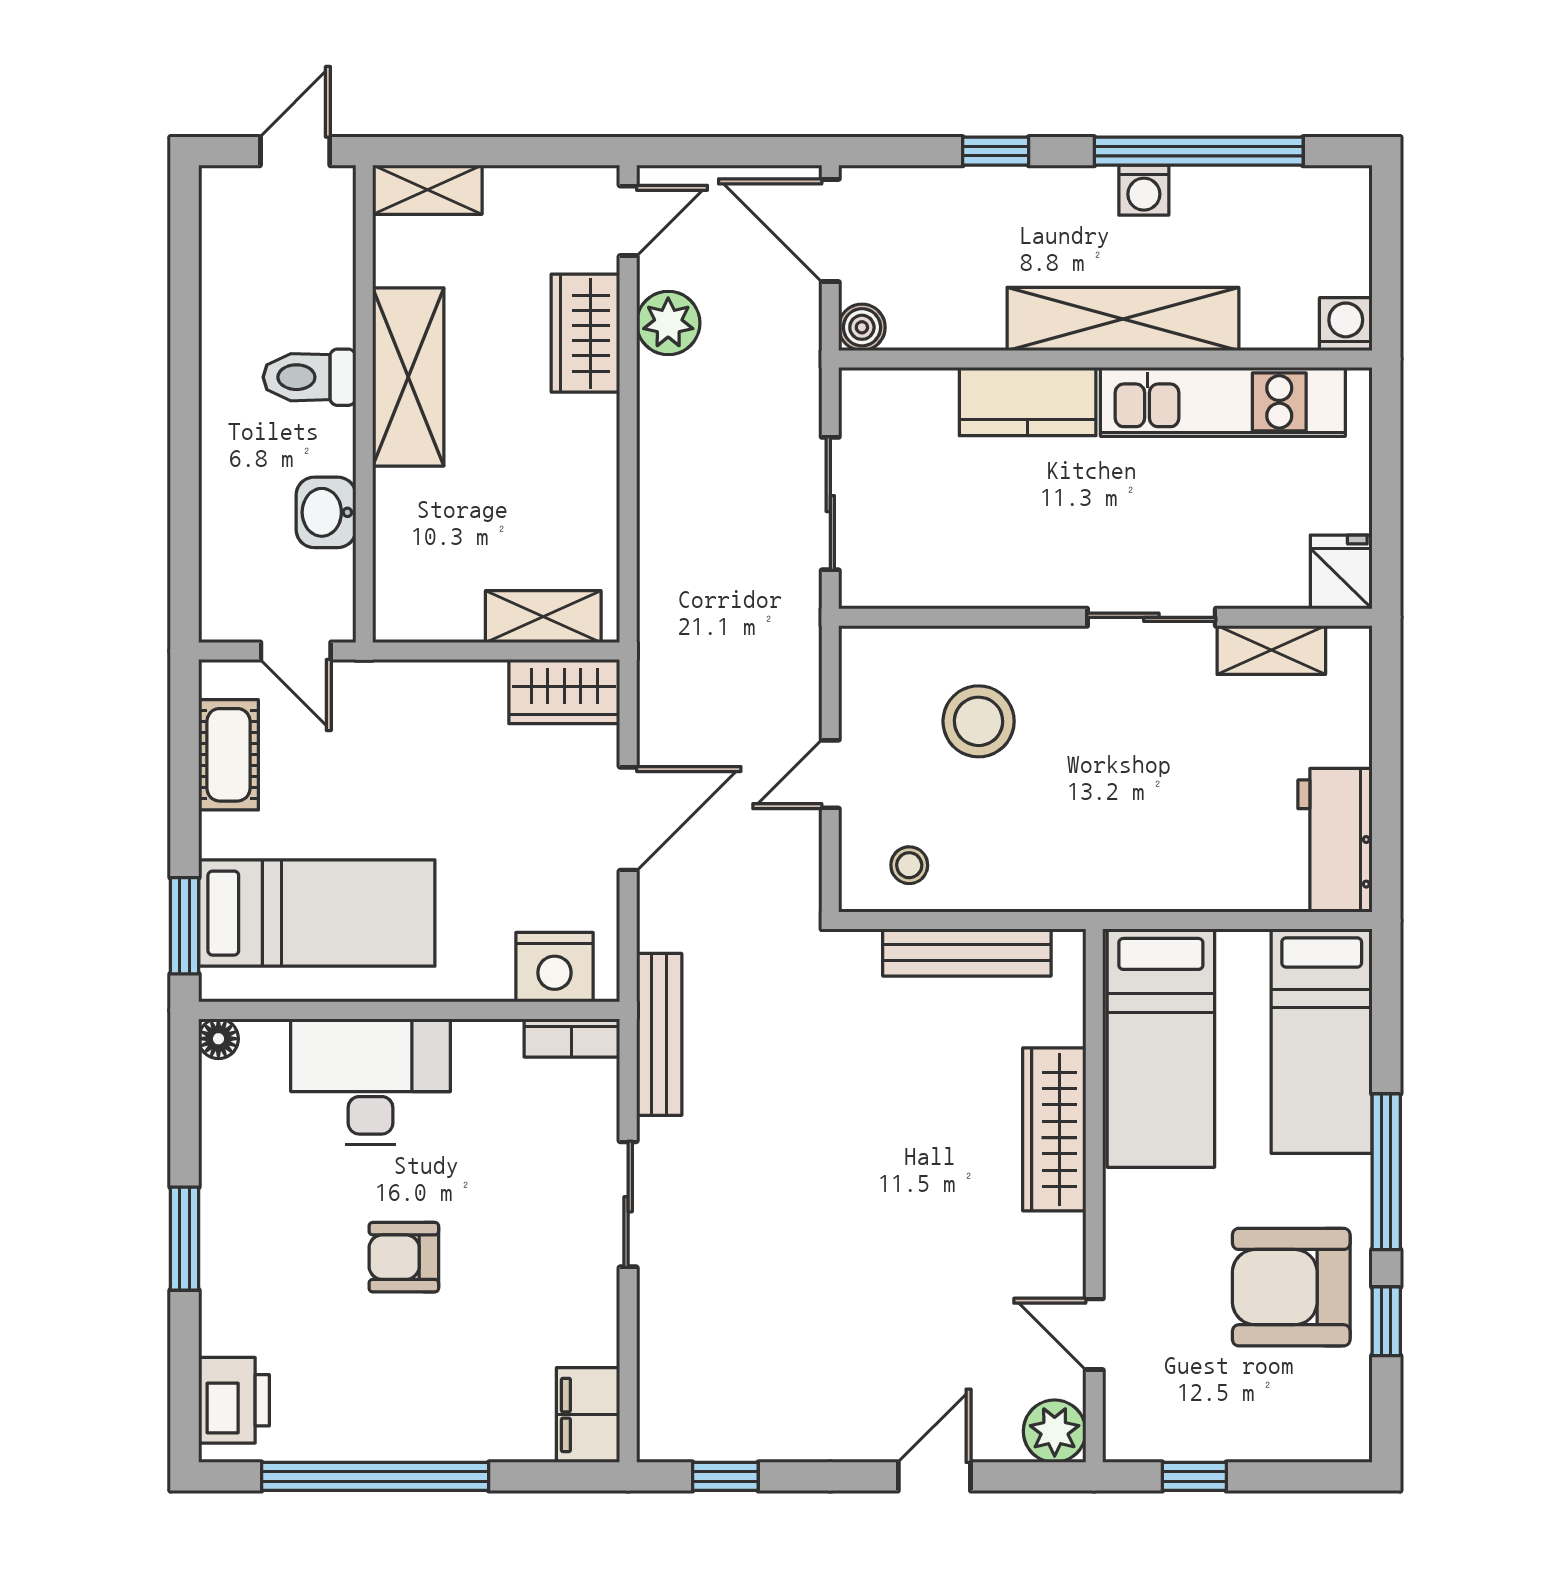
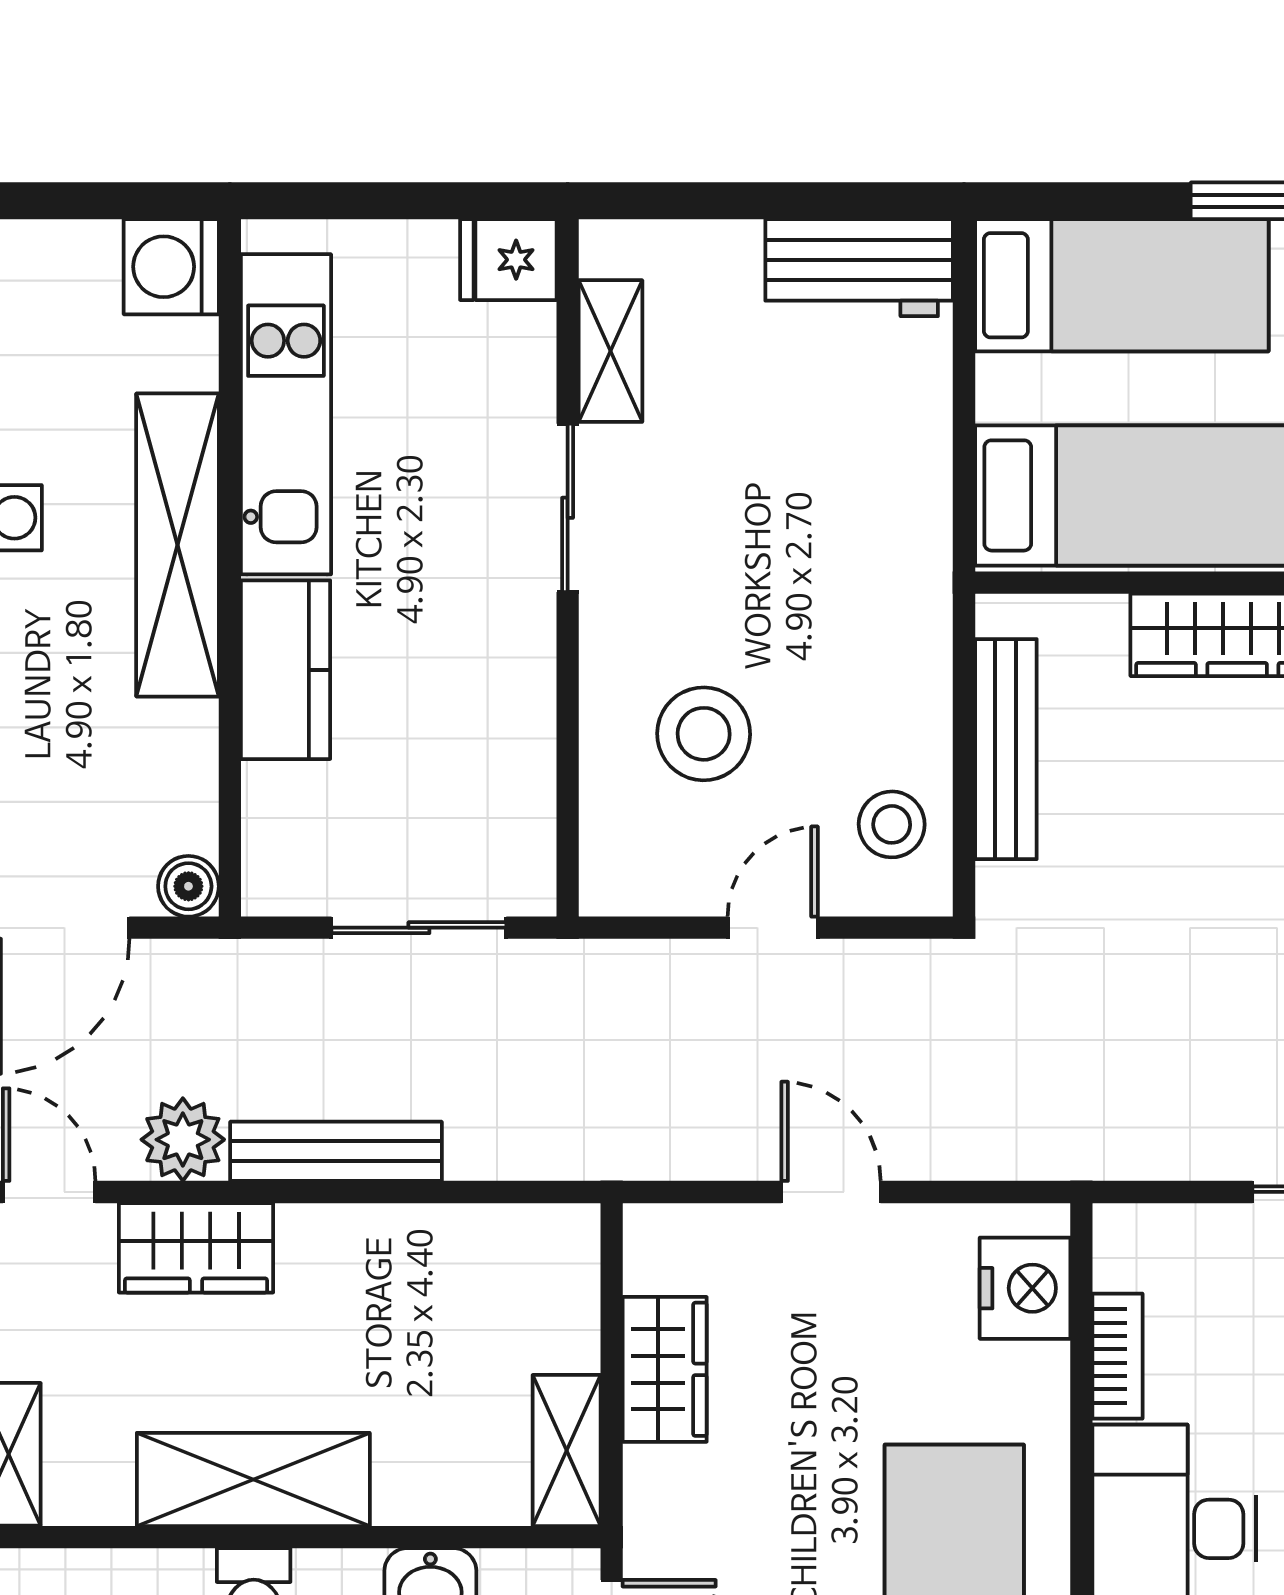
washing machine: (1346, 324) -> (171, 267), width x1.38, depth x1.38
shelving: (543, 617) -> (567, 1450), moved
wardrobe: (564, 692) -> (665, 1369), moved
door: (830, 774) -> (773, 928), swing flipped
door: (628, 819) -> (831, 1192), width x0.73
stool: (909, 865) -> (892, 824), width x1.37, depth x1.37
bench: (659, 1034) -> (336, 1151), moved
bookcase: (572, 1038) -> (1118, 1356), moved

